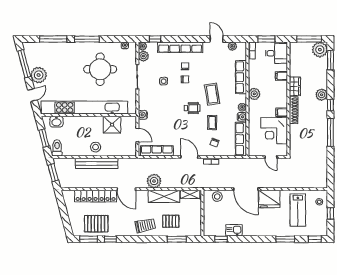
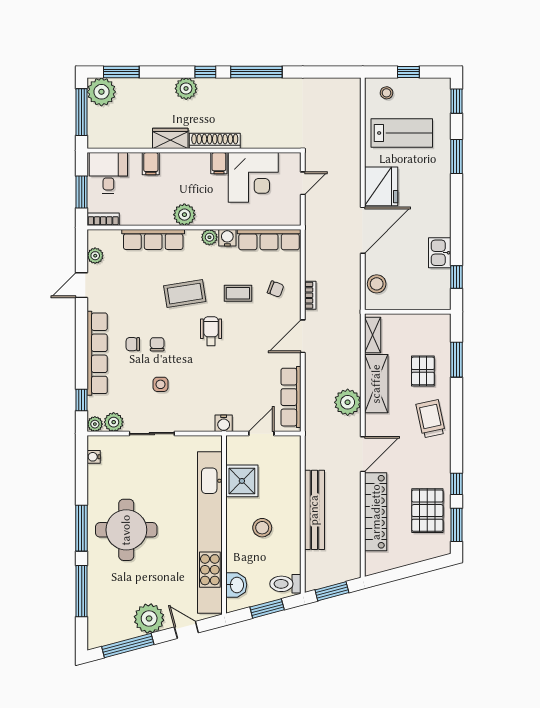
round table: (100, 69) -> (126, 530), moved
stool: (96, 147) -> (262, 528), moved

